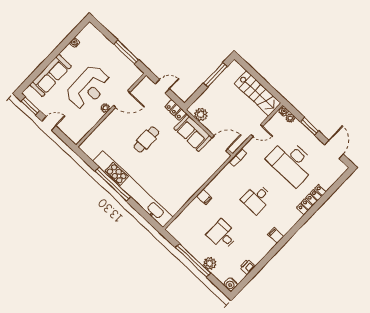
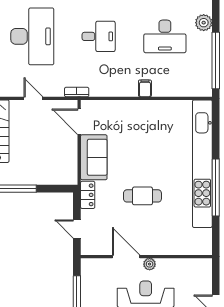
plant: (201, 115) -> (69, 166), removed
desk: (222, 235) -> (165, 36), width x1.37
window: (193, 260) -> (216, 60), moved

